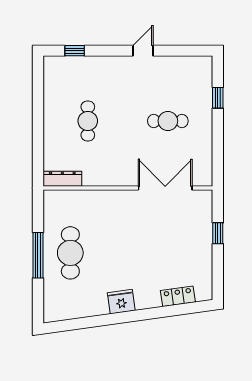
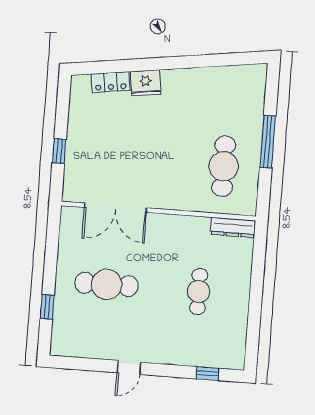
cafe table: (168, 121) -> (107, 284), width x1.37, depth x1.35
cafe table: (70, 253) -> (224, 166), moved
fridge: (121, 302) -> (146, 83), moved

